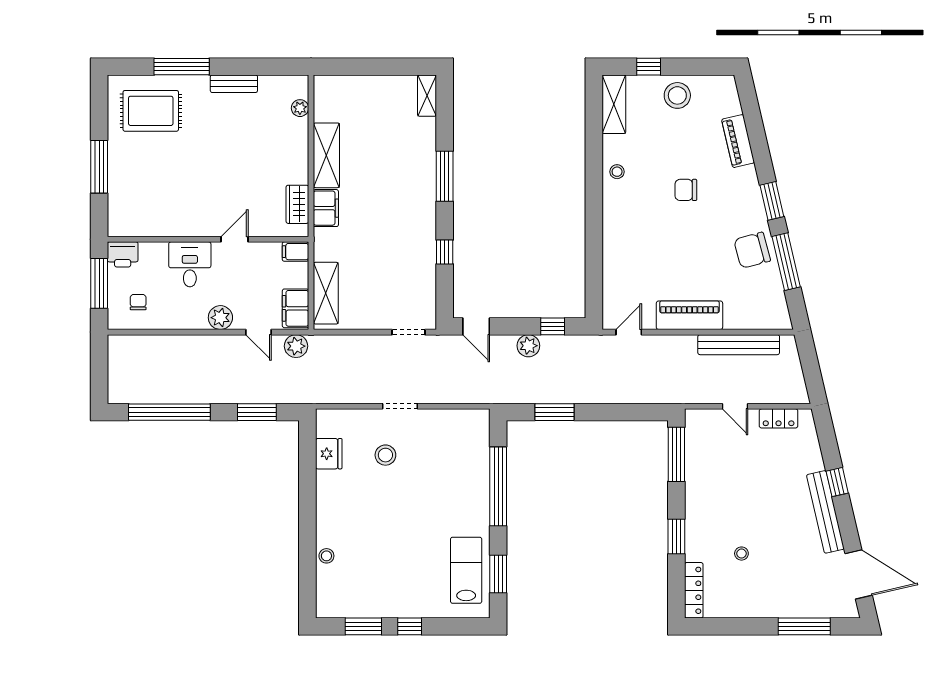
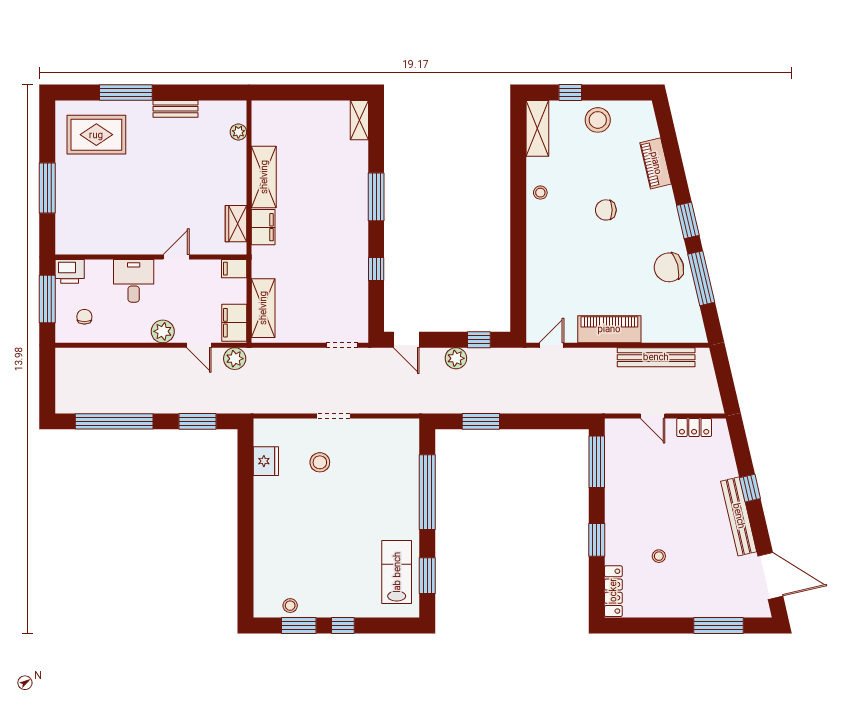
stool: (326, 556) -> (290, 606), moved

